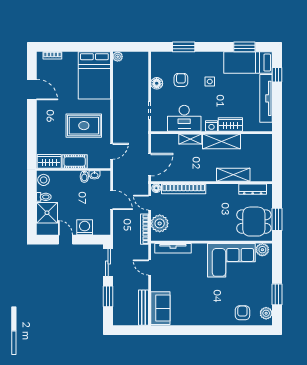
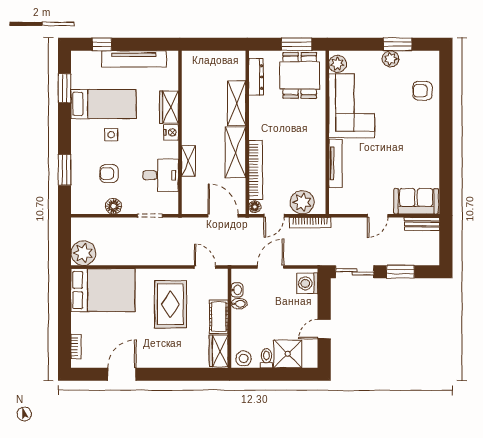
plant: (118, 57) -> (83, 253), width x1.88, depth x1.88
bed: (248, 63) -> (103, 104), moved, turned -90
desk: (184, 118) -> (161, 175), width x0.73
shelving: (222, 141) -> (235, 152), moved
washing machine: (85, 227) -> (307, 283), moved
tv unit: (173, 248) -> (336, 163), moved
door: (150, 267) -> (377, 216), moved
bench: (144, 308) -> (422, 224), width x0.73
plant: (266, 313) -> (391, 59), moved

